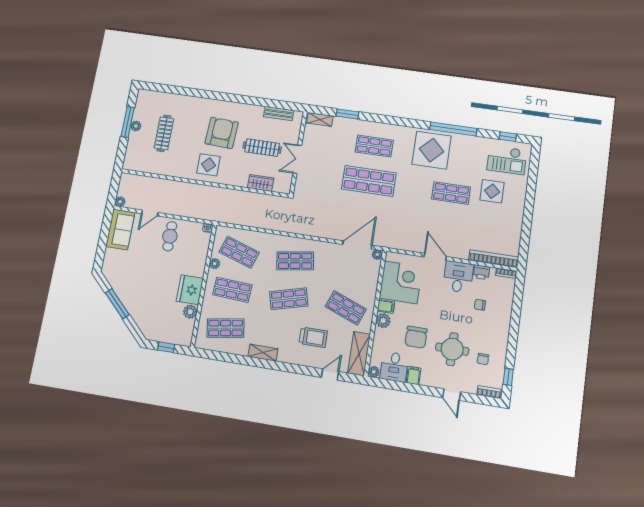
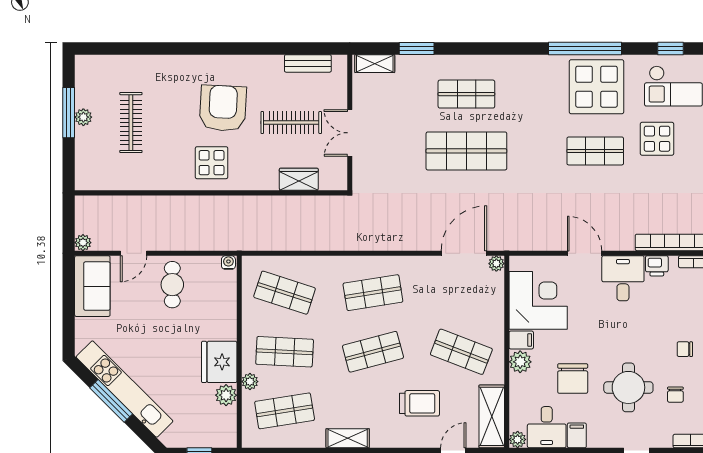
display table: (432, 150) -> (597, 87), moved
plant: (215, 264) -> (250, 382), moved
kitchen unit: (127, 298) -> (125, 389), added
chair: (480, 305) -> (685, 349), moved

